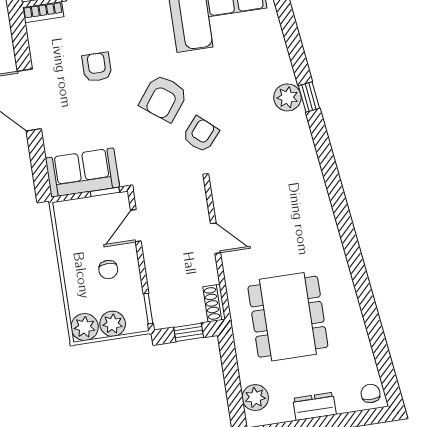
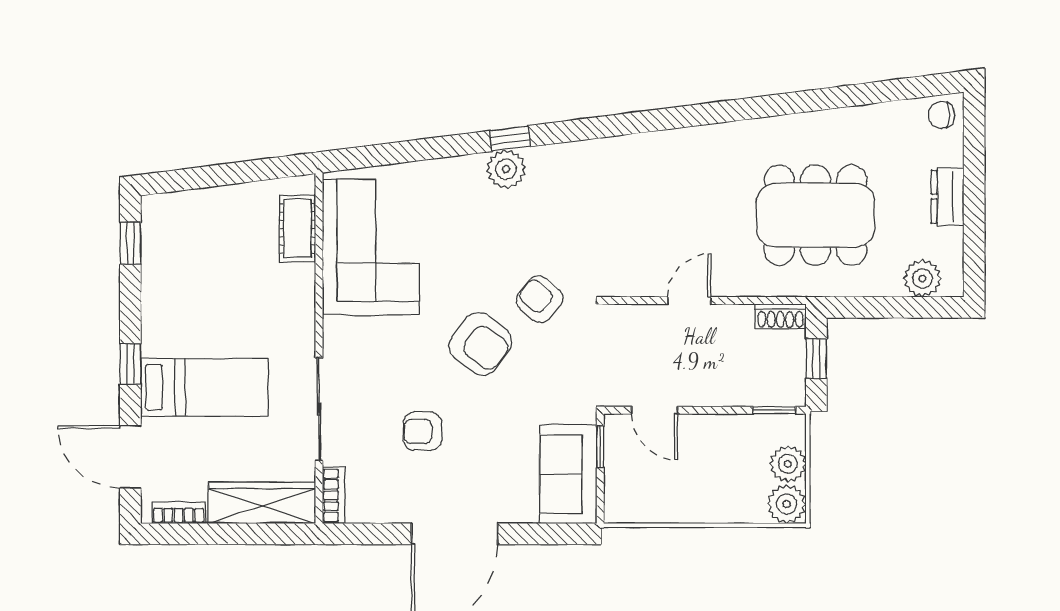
chair: (108, 270) -> (711, 458), removed

